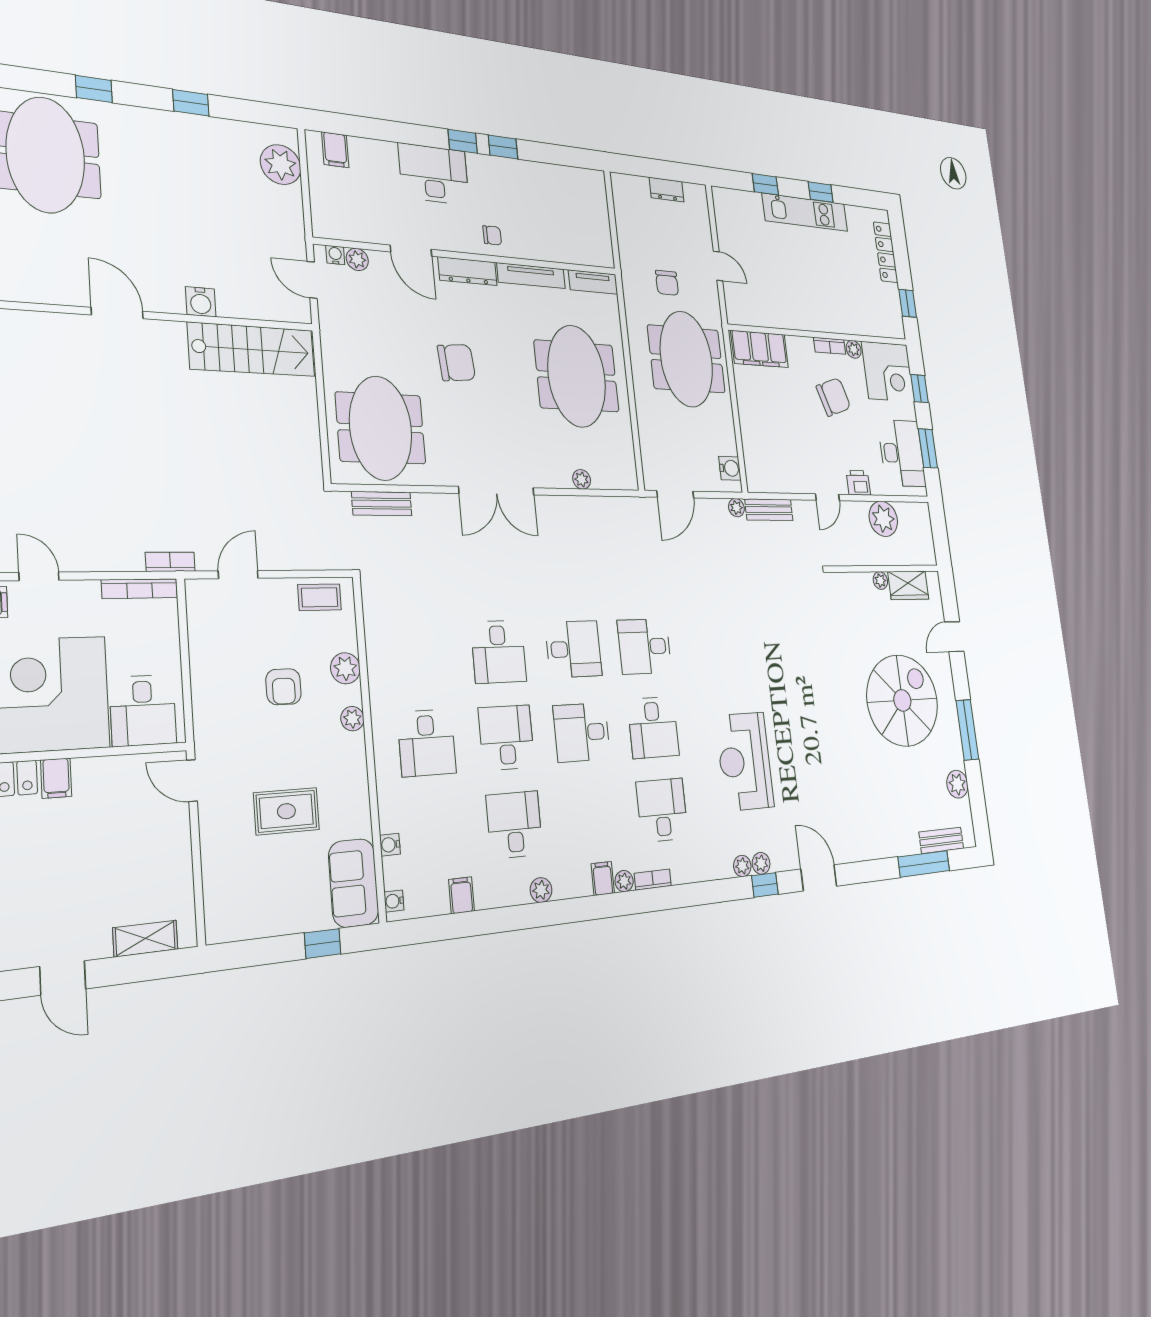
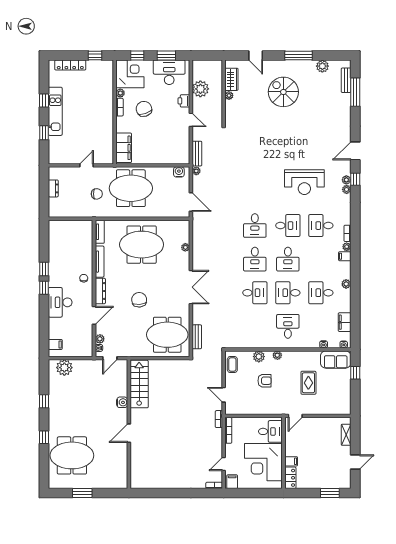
desk: (574, 649) -> (255, 259), turned 180
spiral stairs: (902, 700) -> (283, 92), width x0.73, depth x0.73
desk: (427, 743) -> (288, 326), turned -90
filing cabinet: (461, 895) -> (345, 322), width x2.00

